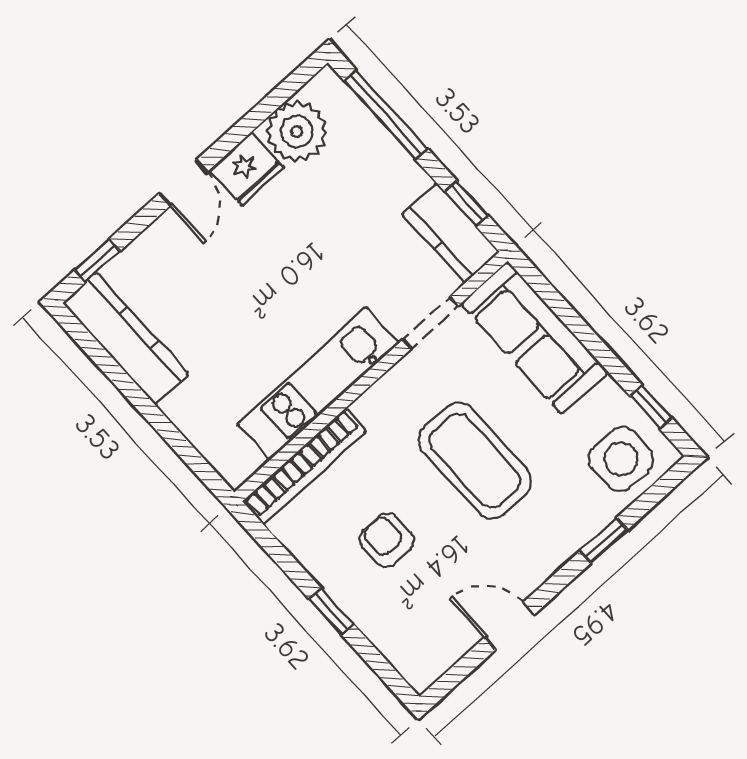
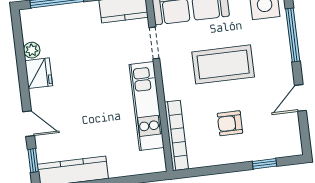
plant: (297, 132) -> (32, 50), width x0.53, depth x0.53
door: (183, 183) -> (29, 124), moved
window: (604, 540) -> (293, 35), width x2.17
window: (331, 611) -> (264, 164), moved

